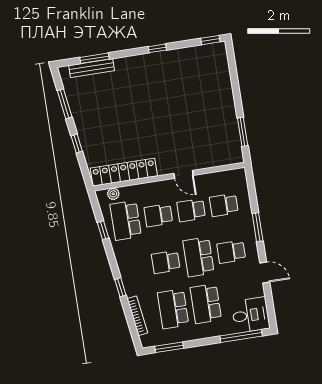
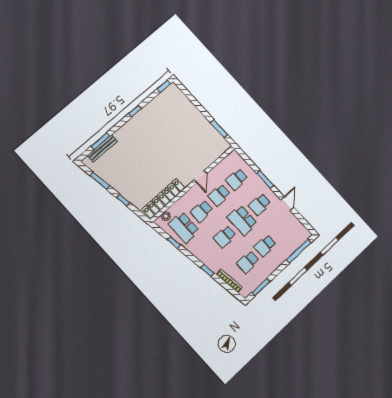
door: (184, 174) -> (201, 177), hinge flipped
door: (265, 272) -> (287, 204), hinge flipped
school desk: (206, 304) -> (265, 246), width x0.54
school desk: (173, 309) -> (248, 262), width x0.54
desk: (251, 315) -> (296, 235), removed

